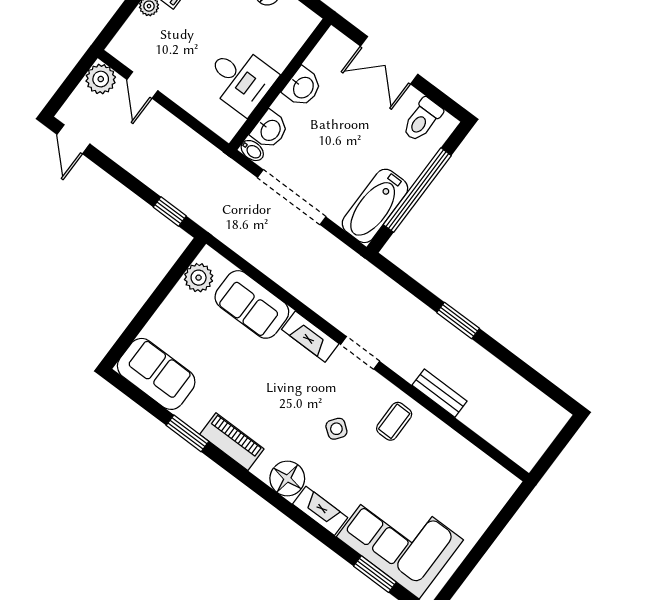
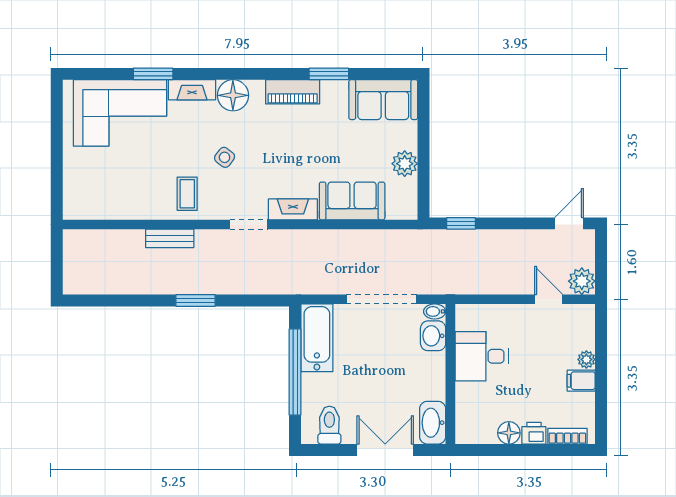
washbasin: (303, 87) -> (433, 423), moved, width x1.38
door: (73, 139) -> (569, 223), hinge flipped
plant: (199, 278) -> (405, 164), moved
window: (375, 574) -> (153, 74), moved

